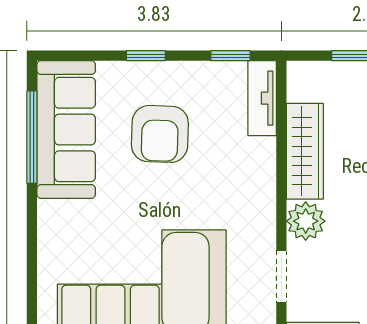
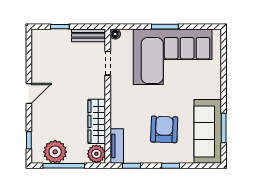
window: (32, 137) -> (224, 128), width x0.69
plant: (306, 221) -> (96, 154), moved

